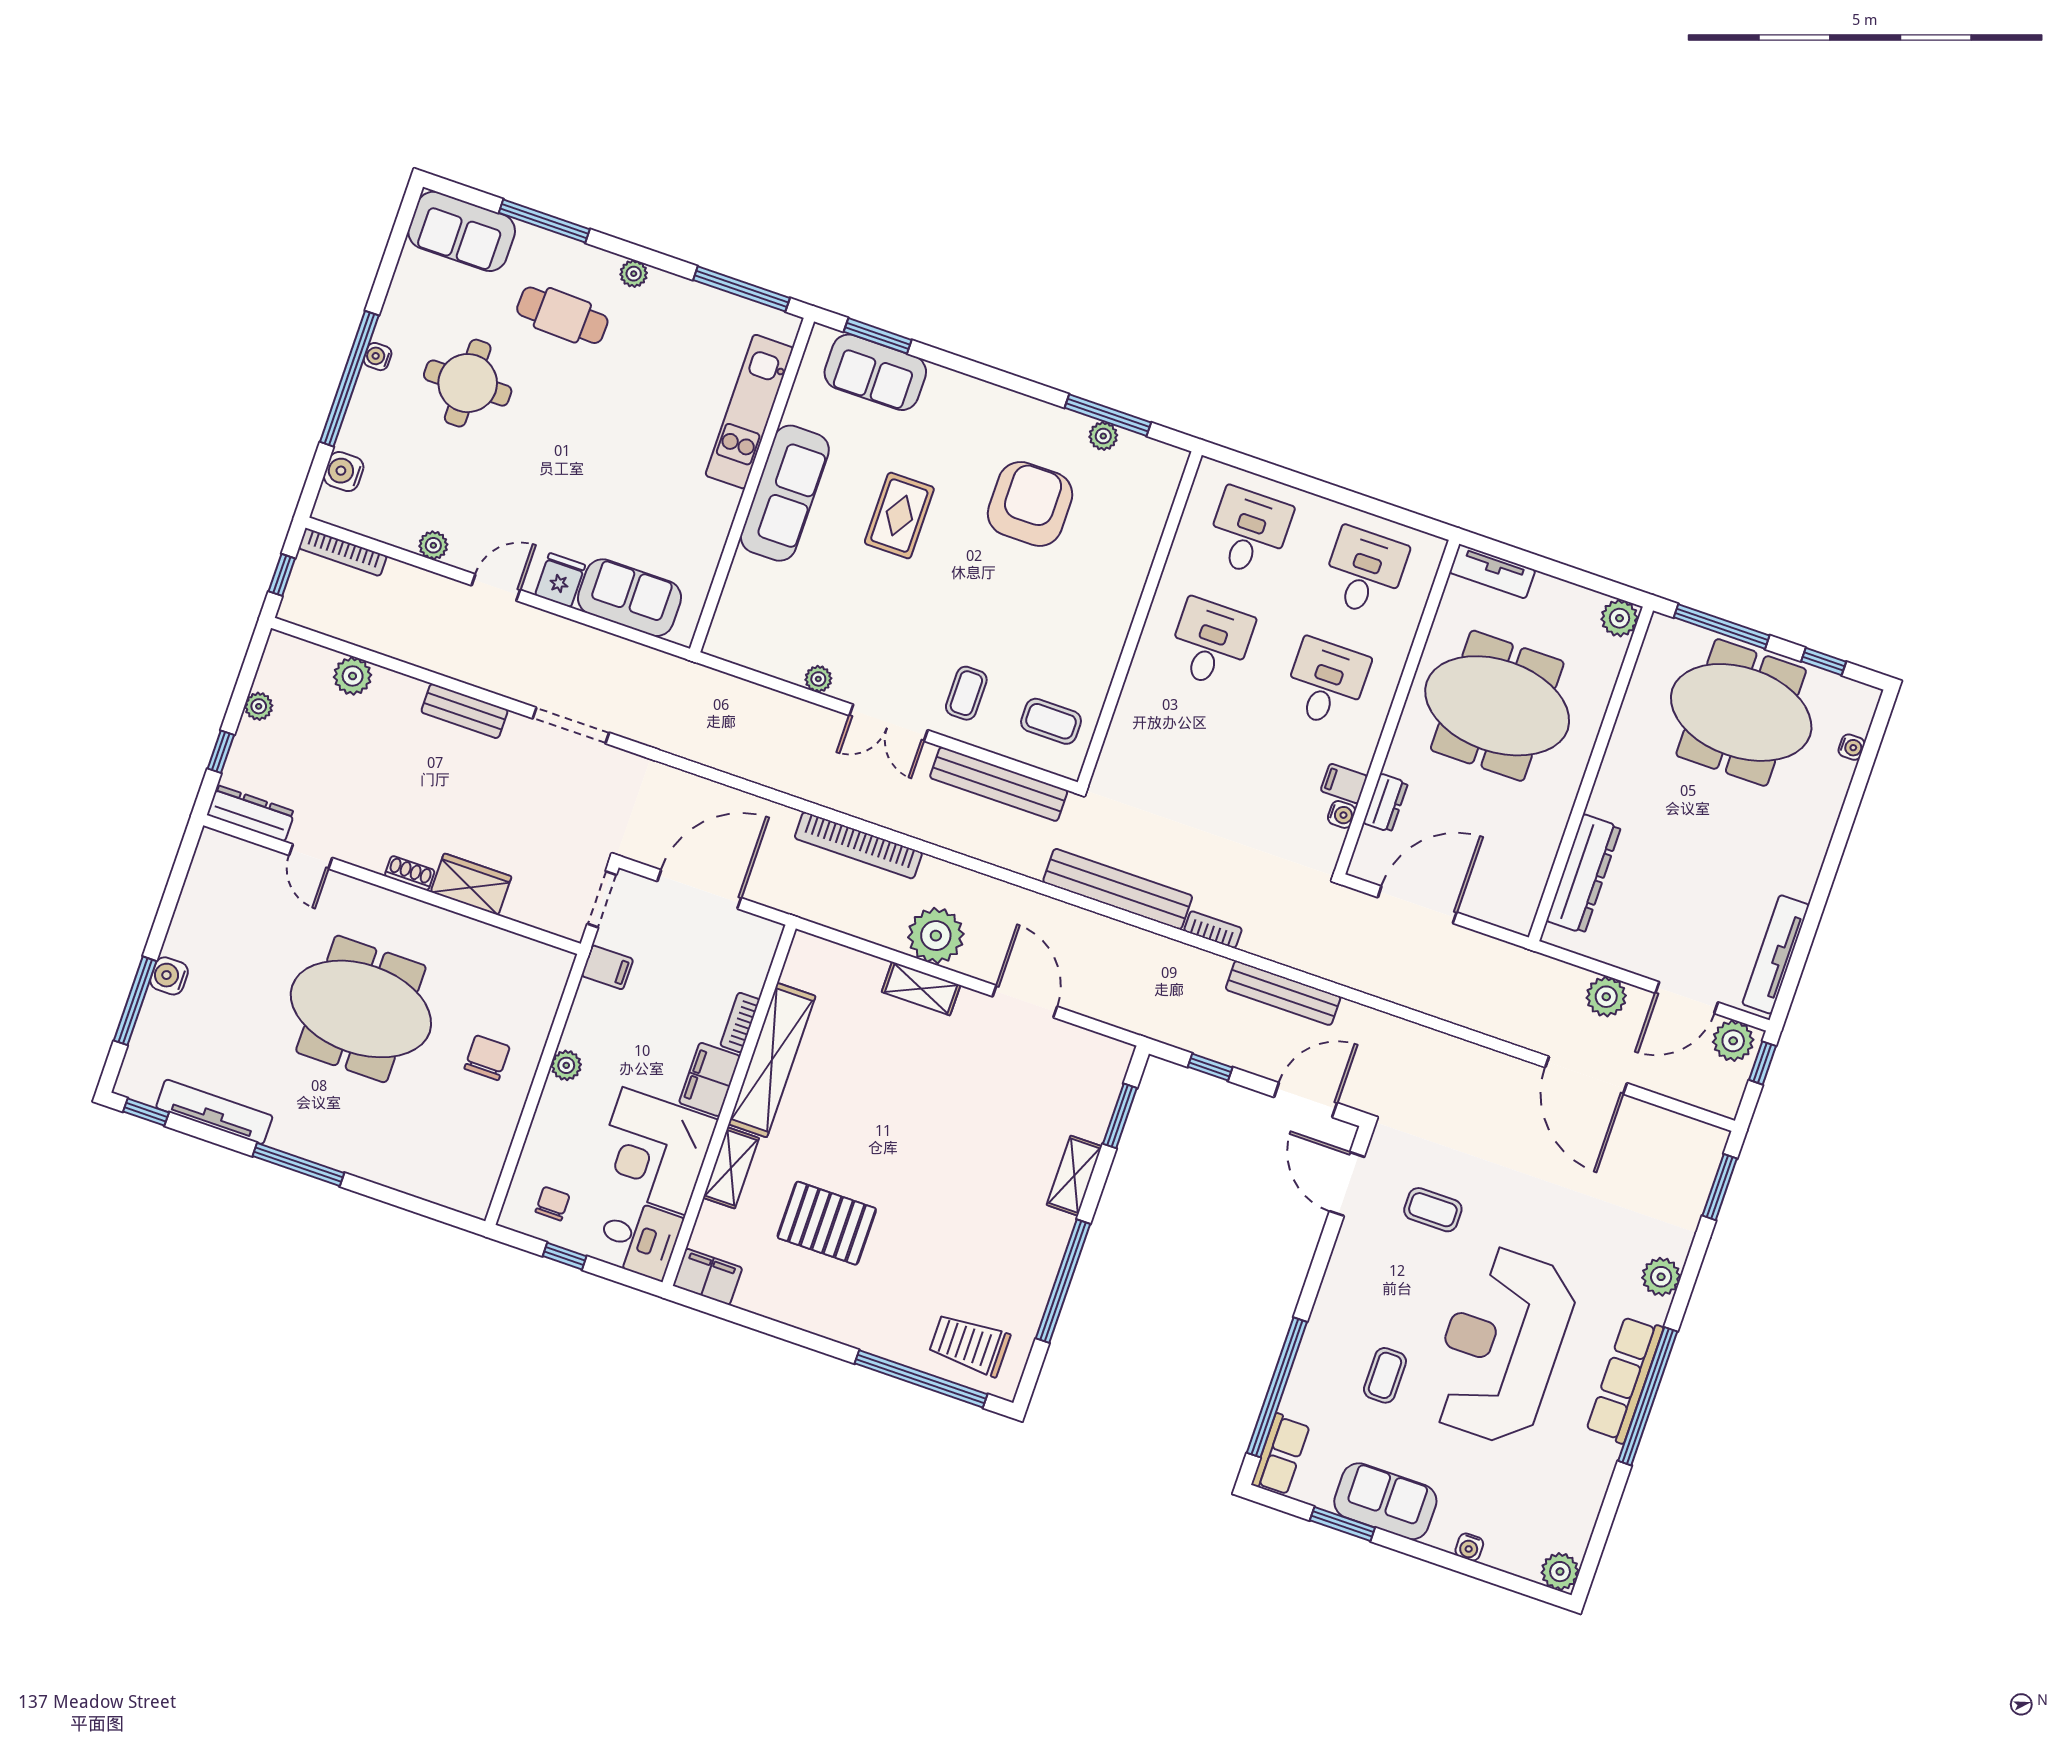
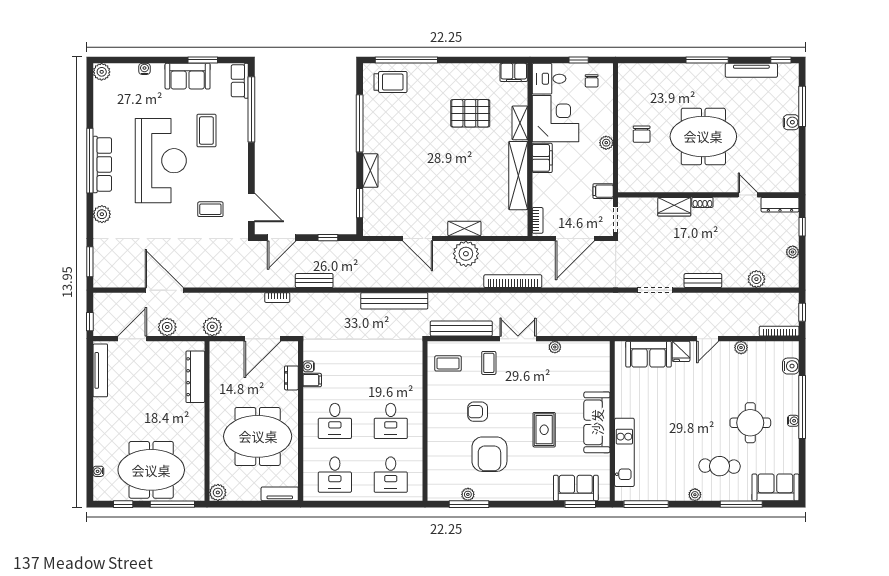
armchair: (1024, 600) -> (478, 412), added
bookcase: (1213, 929) -> (277, 298), moved
bench: (1283, 993) -> (314, 281), width x0.73
bookcase: (740, 1023) -> (538, 220), moved
plant: (1733, 1041) -> (212, 327), moved
coffee table: (1385, 1375) -> (206, 131), width x1.36, depth x1.30

